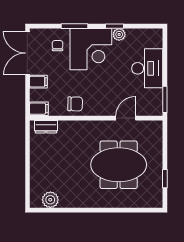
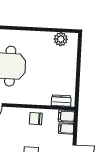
filing cabinet: (38, 82) -> (66, 128), moved

